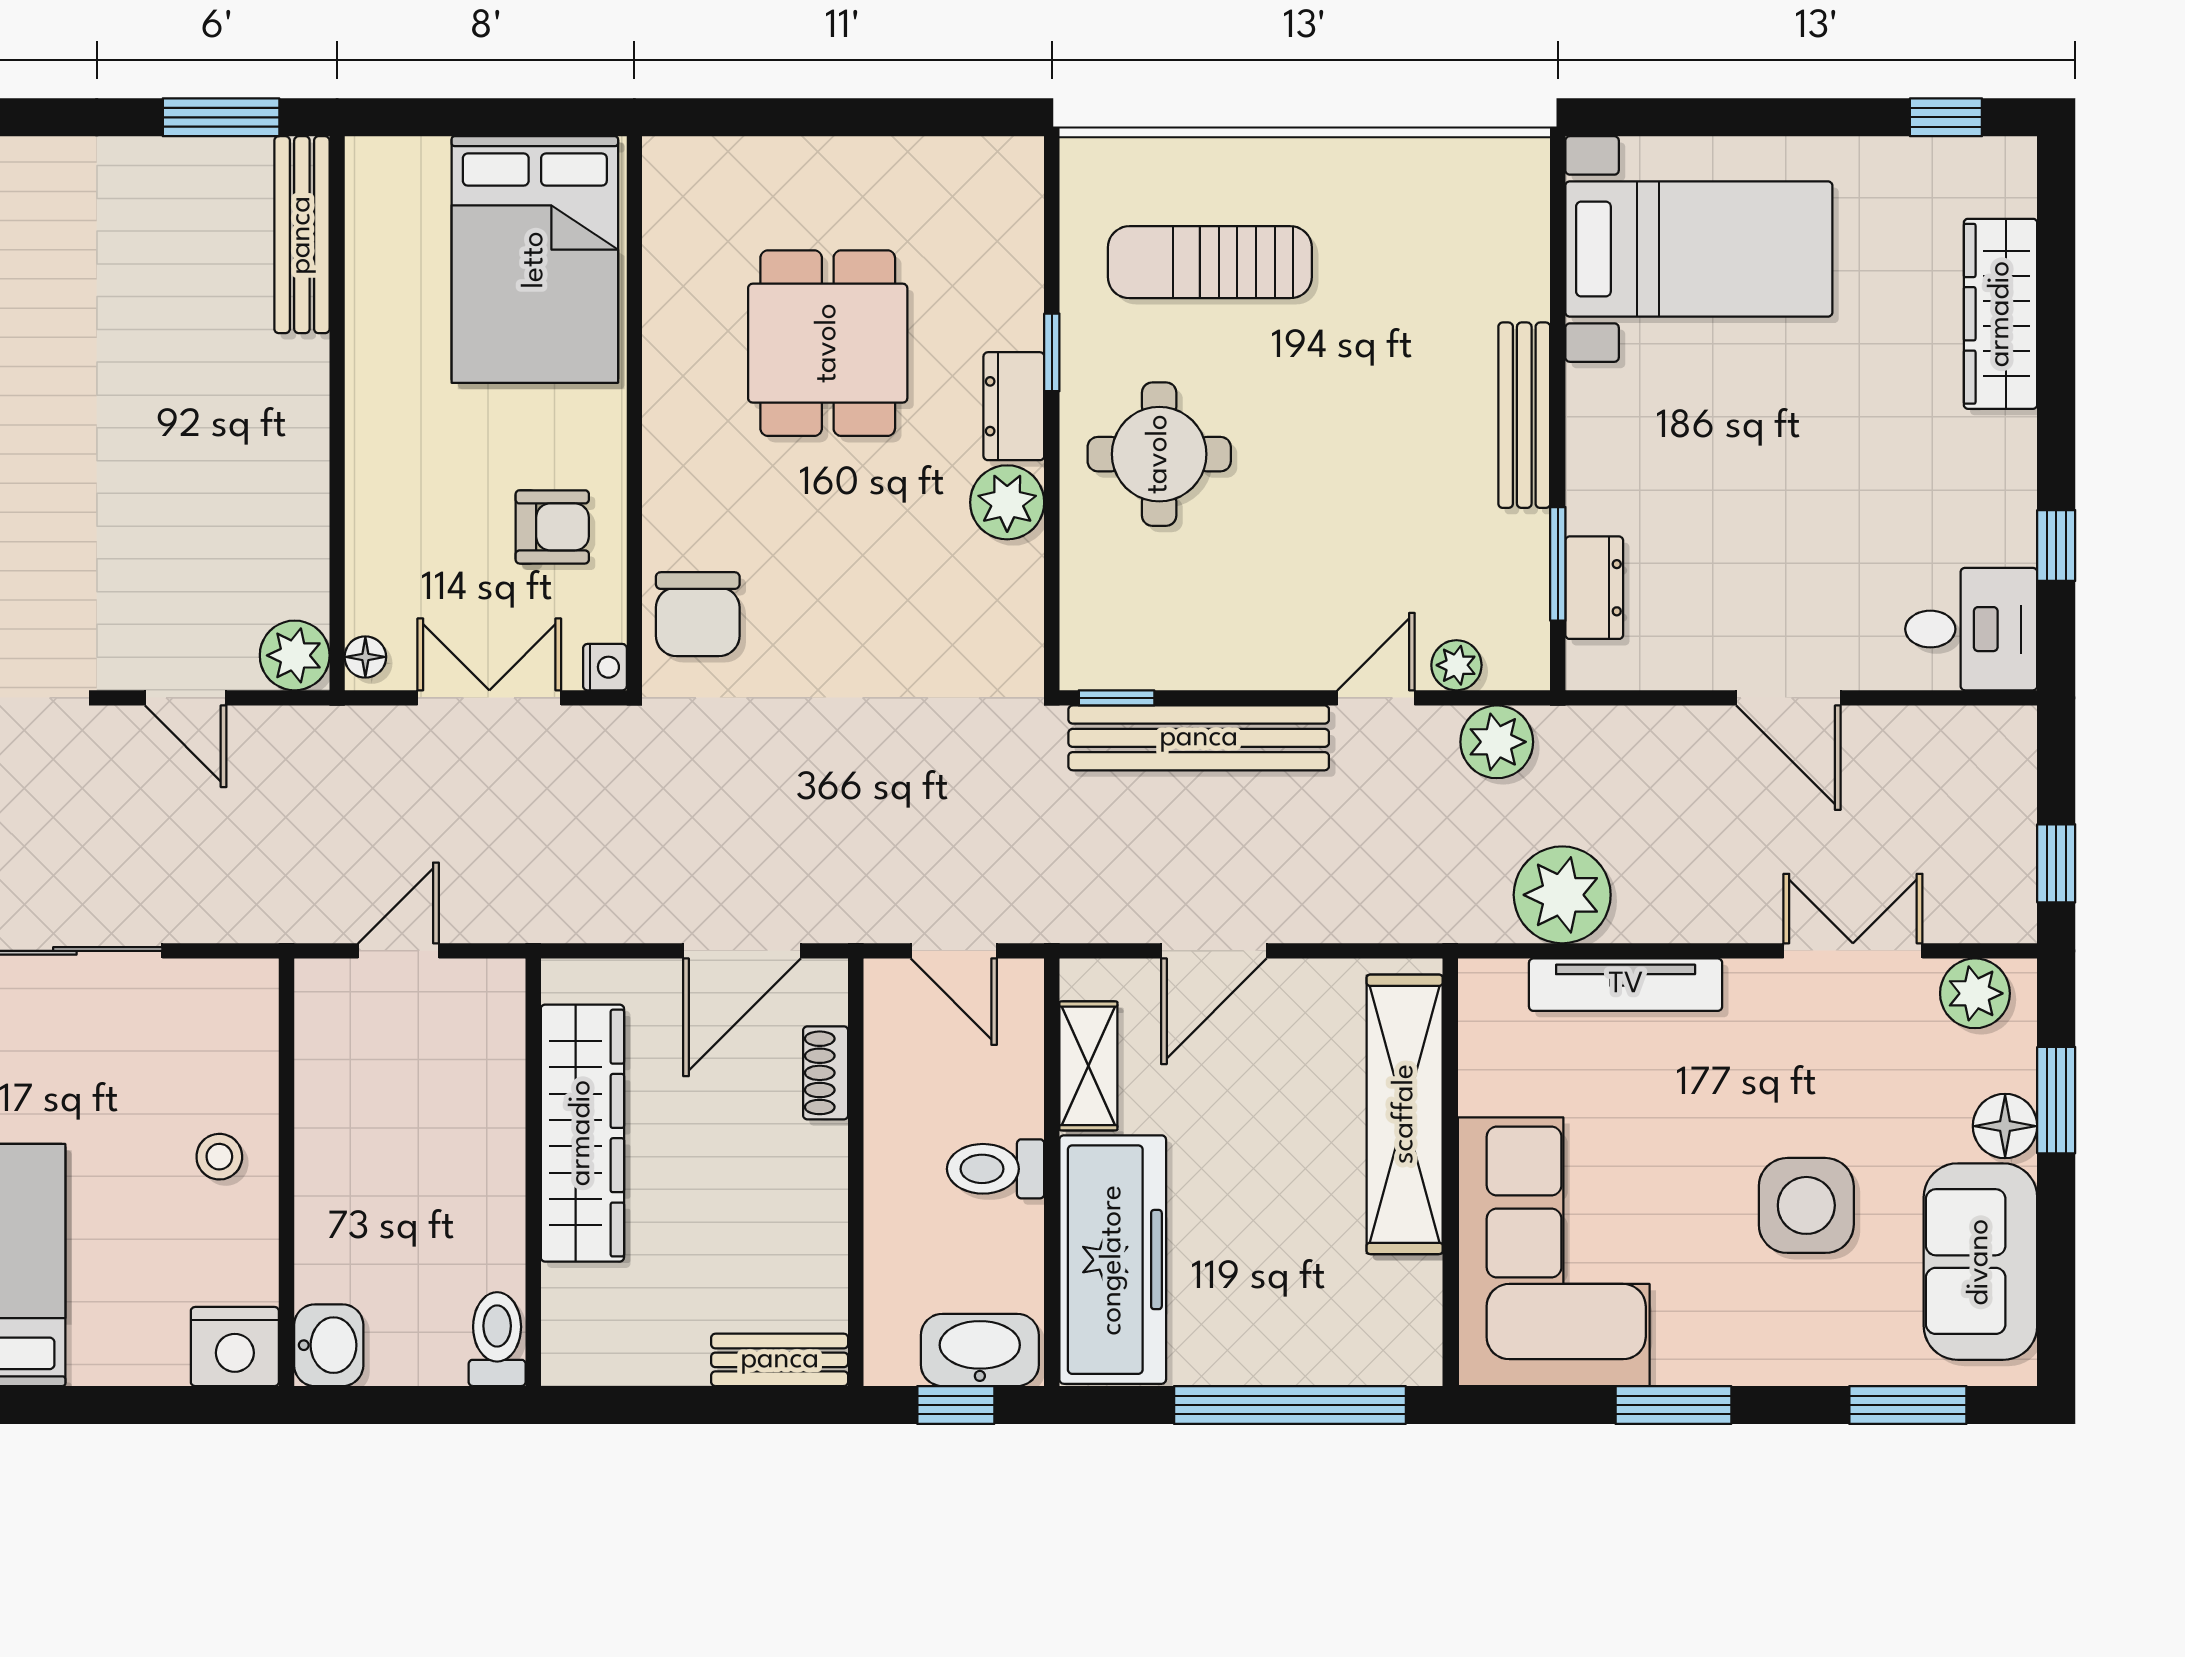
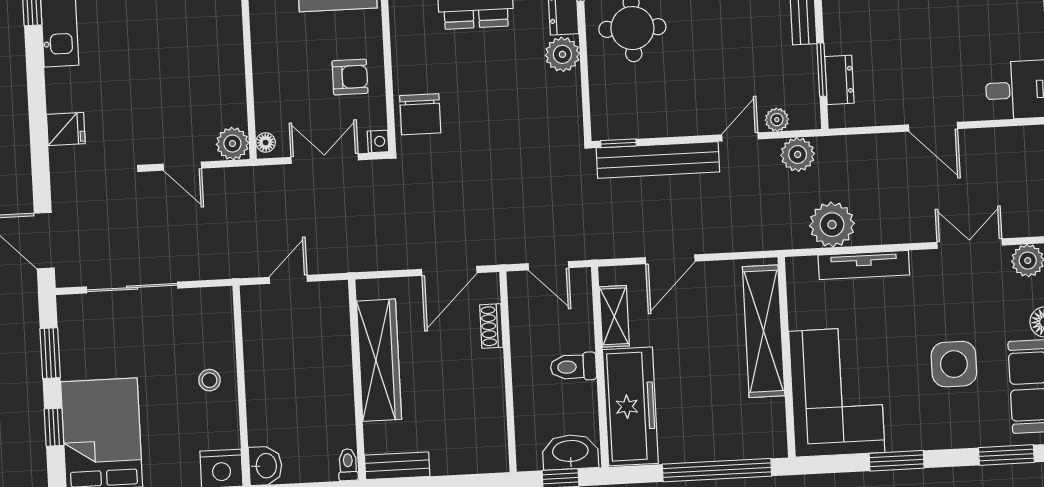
toilet: (497, 1339) -> (348, 465), width x0.73, depth x0.72
bench: (780, 1360) -> (397, 466), moved

